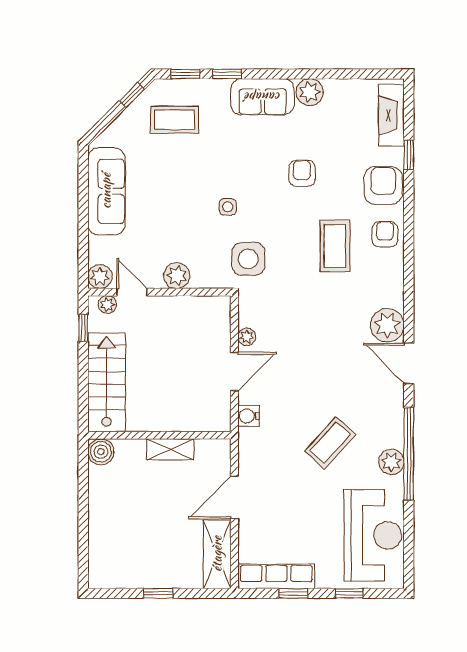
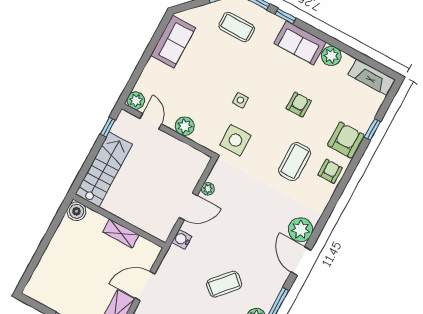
fireplace: (391, 115) -> (372, 77), moved, turned -90
sofa: (106, 191) -> (173, 42), width x0.73
plant: (107, 305) -> (131, 121), removed

